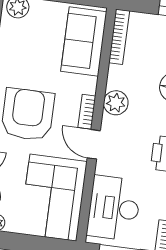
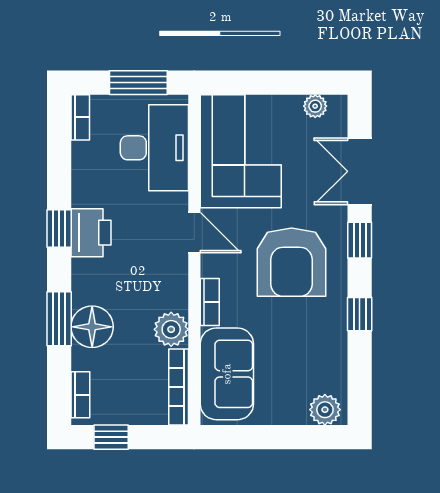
plant: (116, 103) -> (171, 329), moved
bookcase: (87, 112) -> (210, 302), moved

